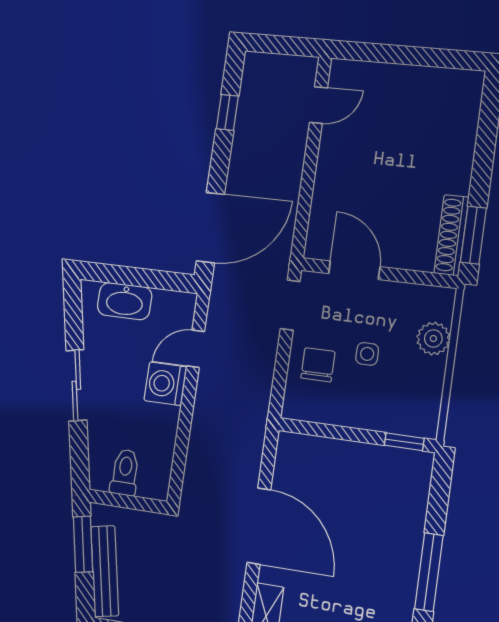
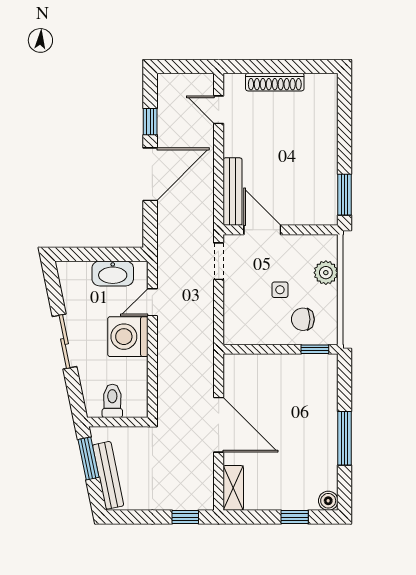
door: (318, 105) -> (219, 110), swing flipped
bench: (322, 215) -> (233, 192), added
door: (210, 228) -> (150, 174), moved
shoe rack: (451, 235) -> (275, 82), moved, turned -90
washbasin: (125, 301) -> (113, 273), moved
chair: (318, 365) -> (303, 319), moved, turned -90
washing machine: (165, 384) -> (128, 337), width x1.37, depth x1.37

